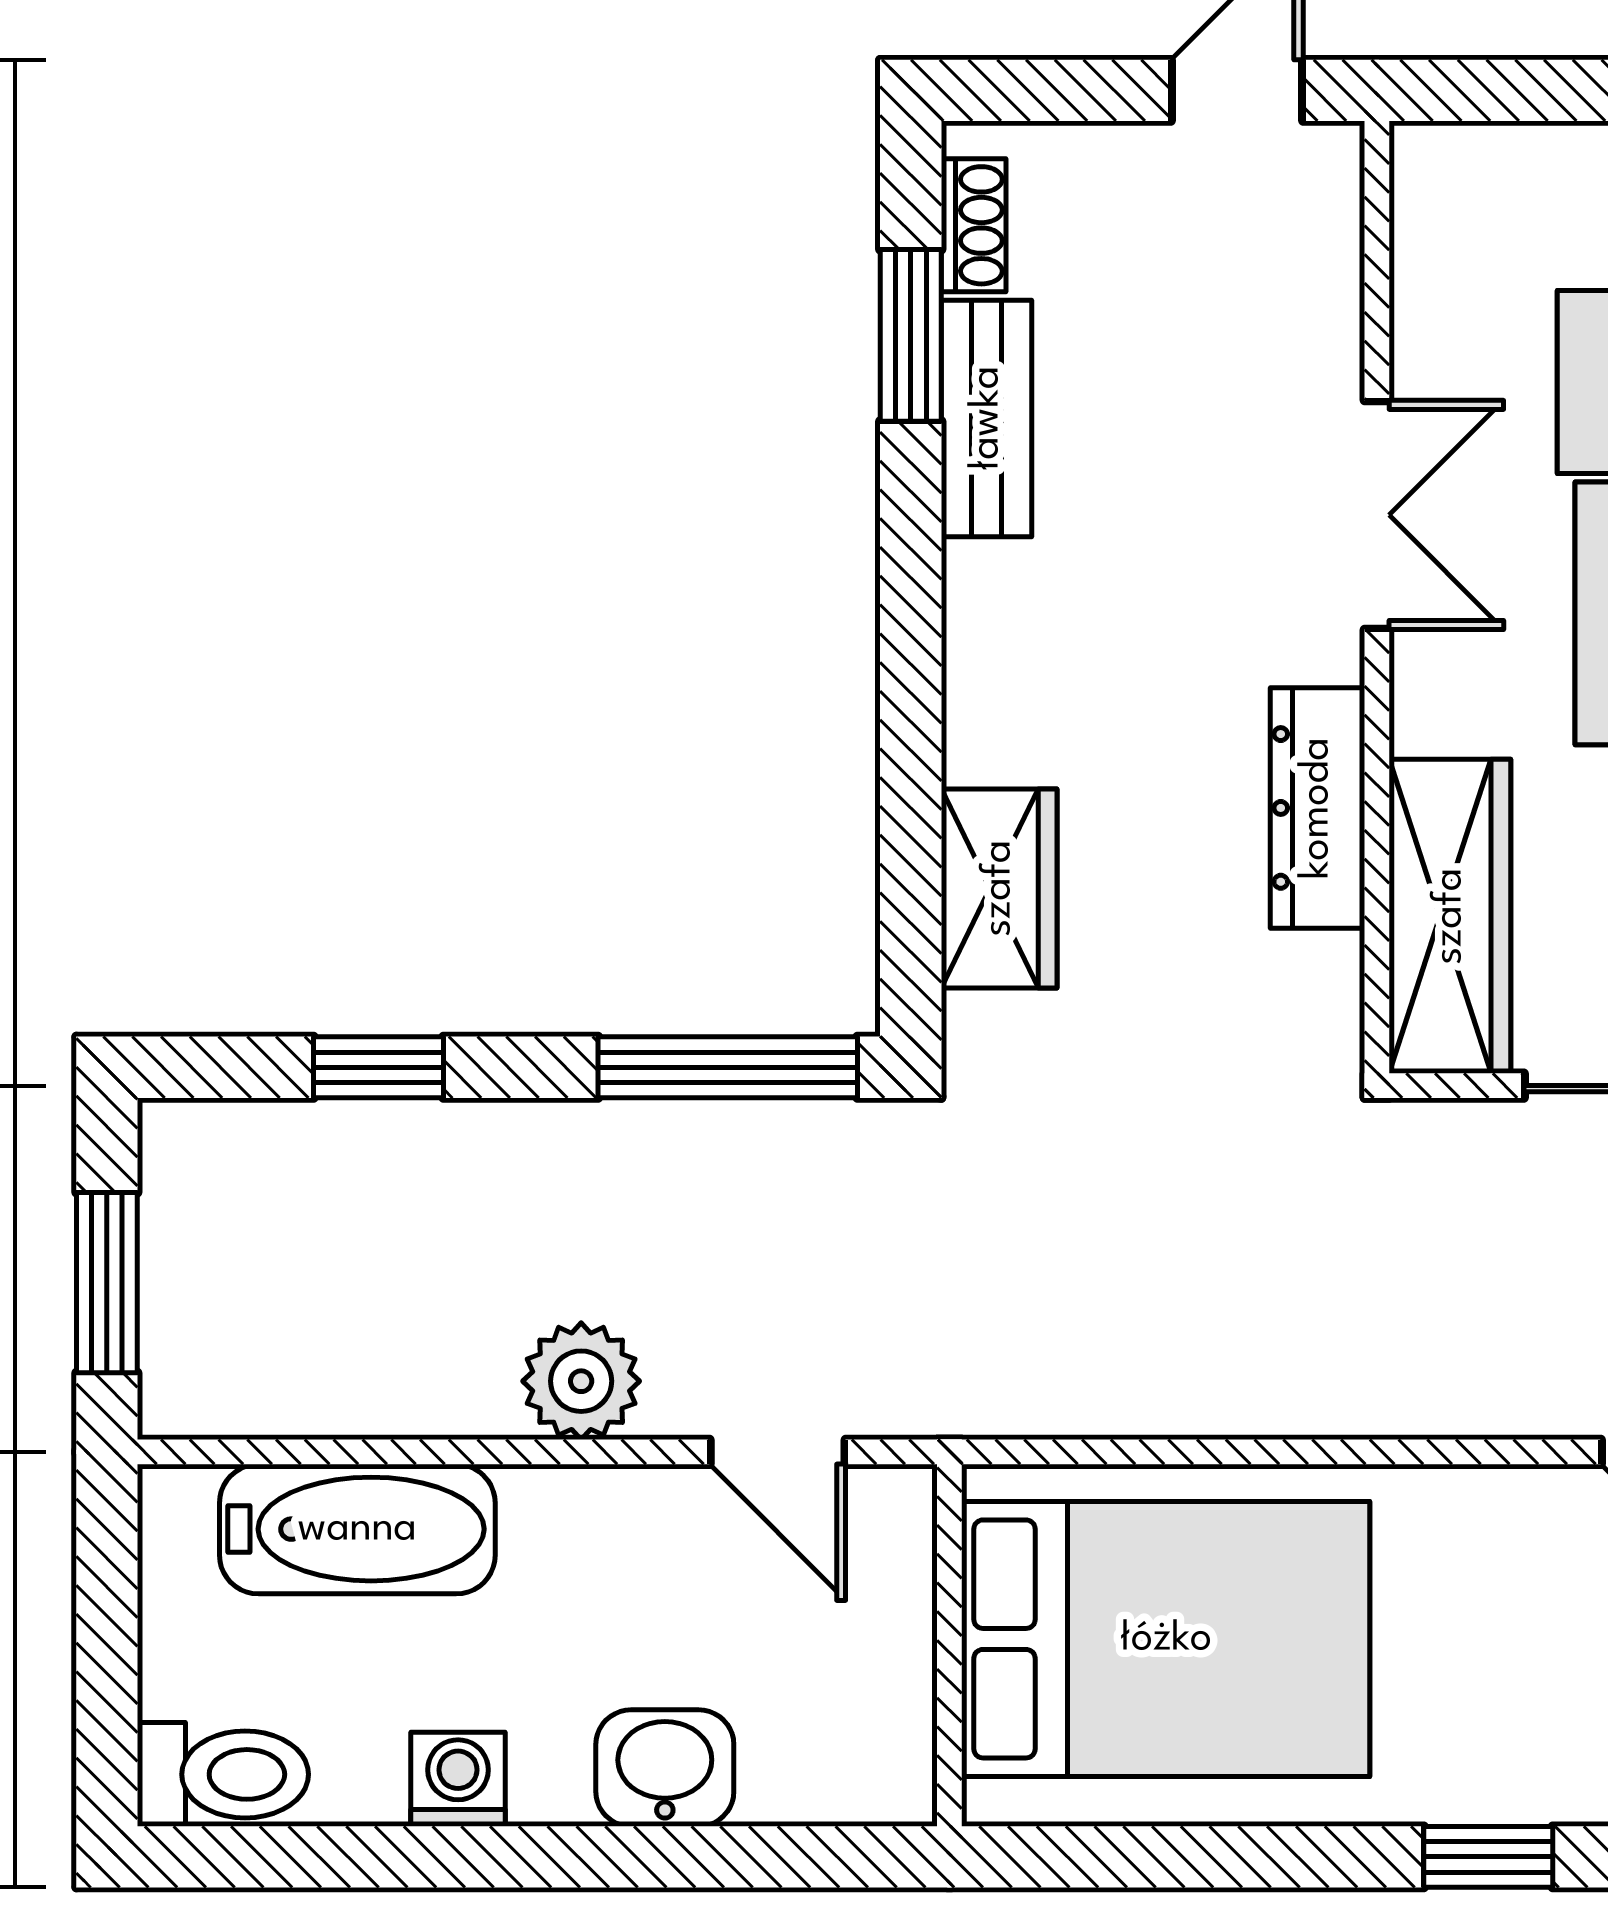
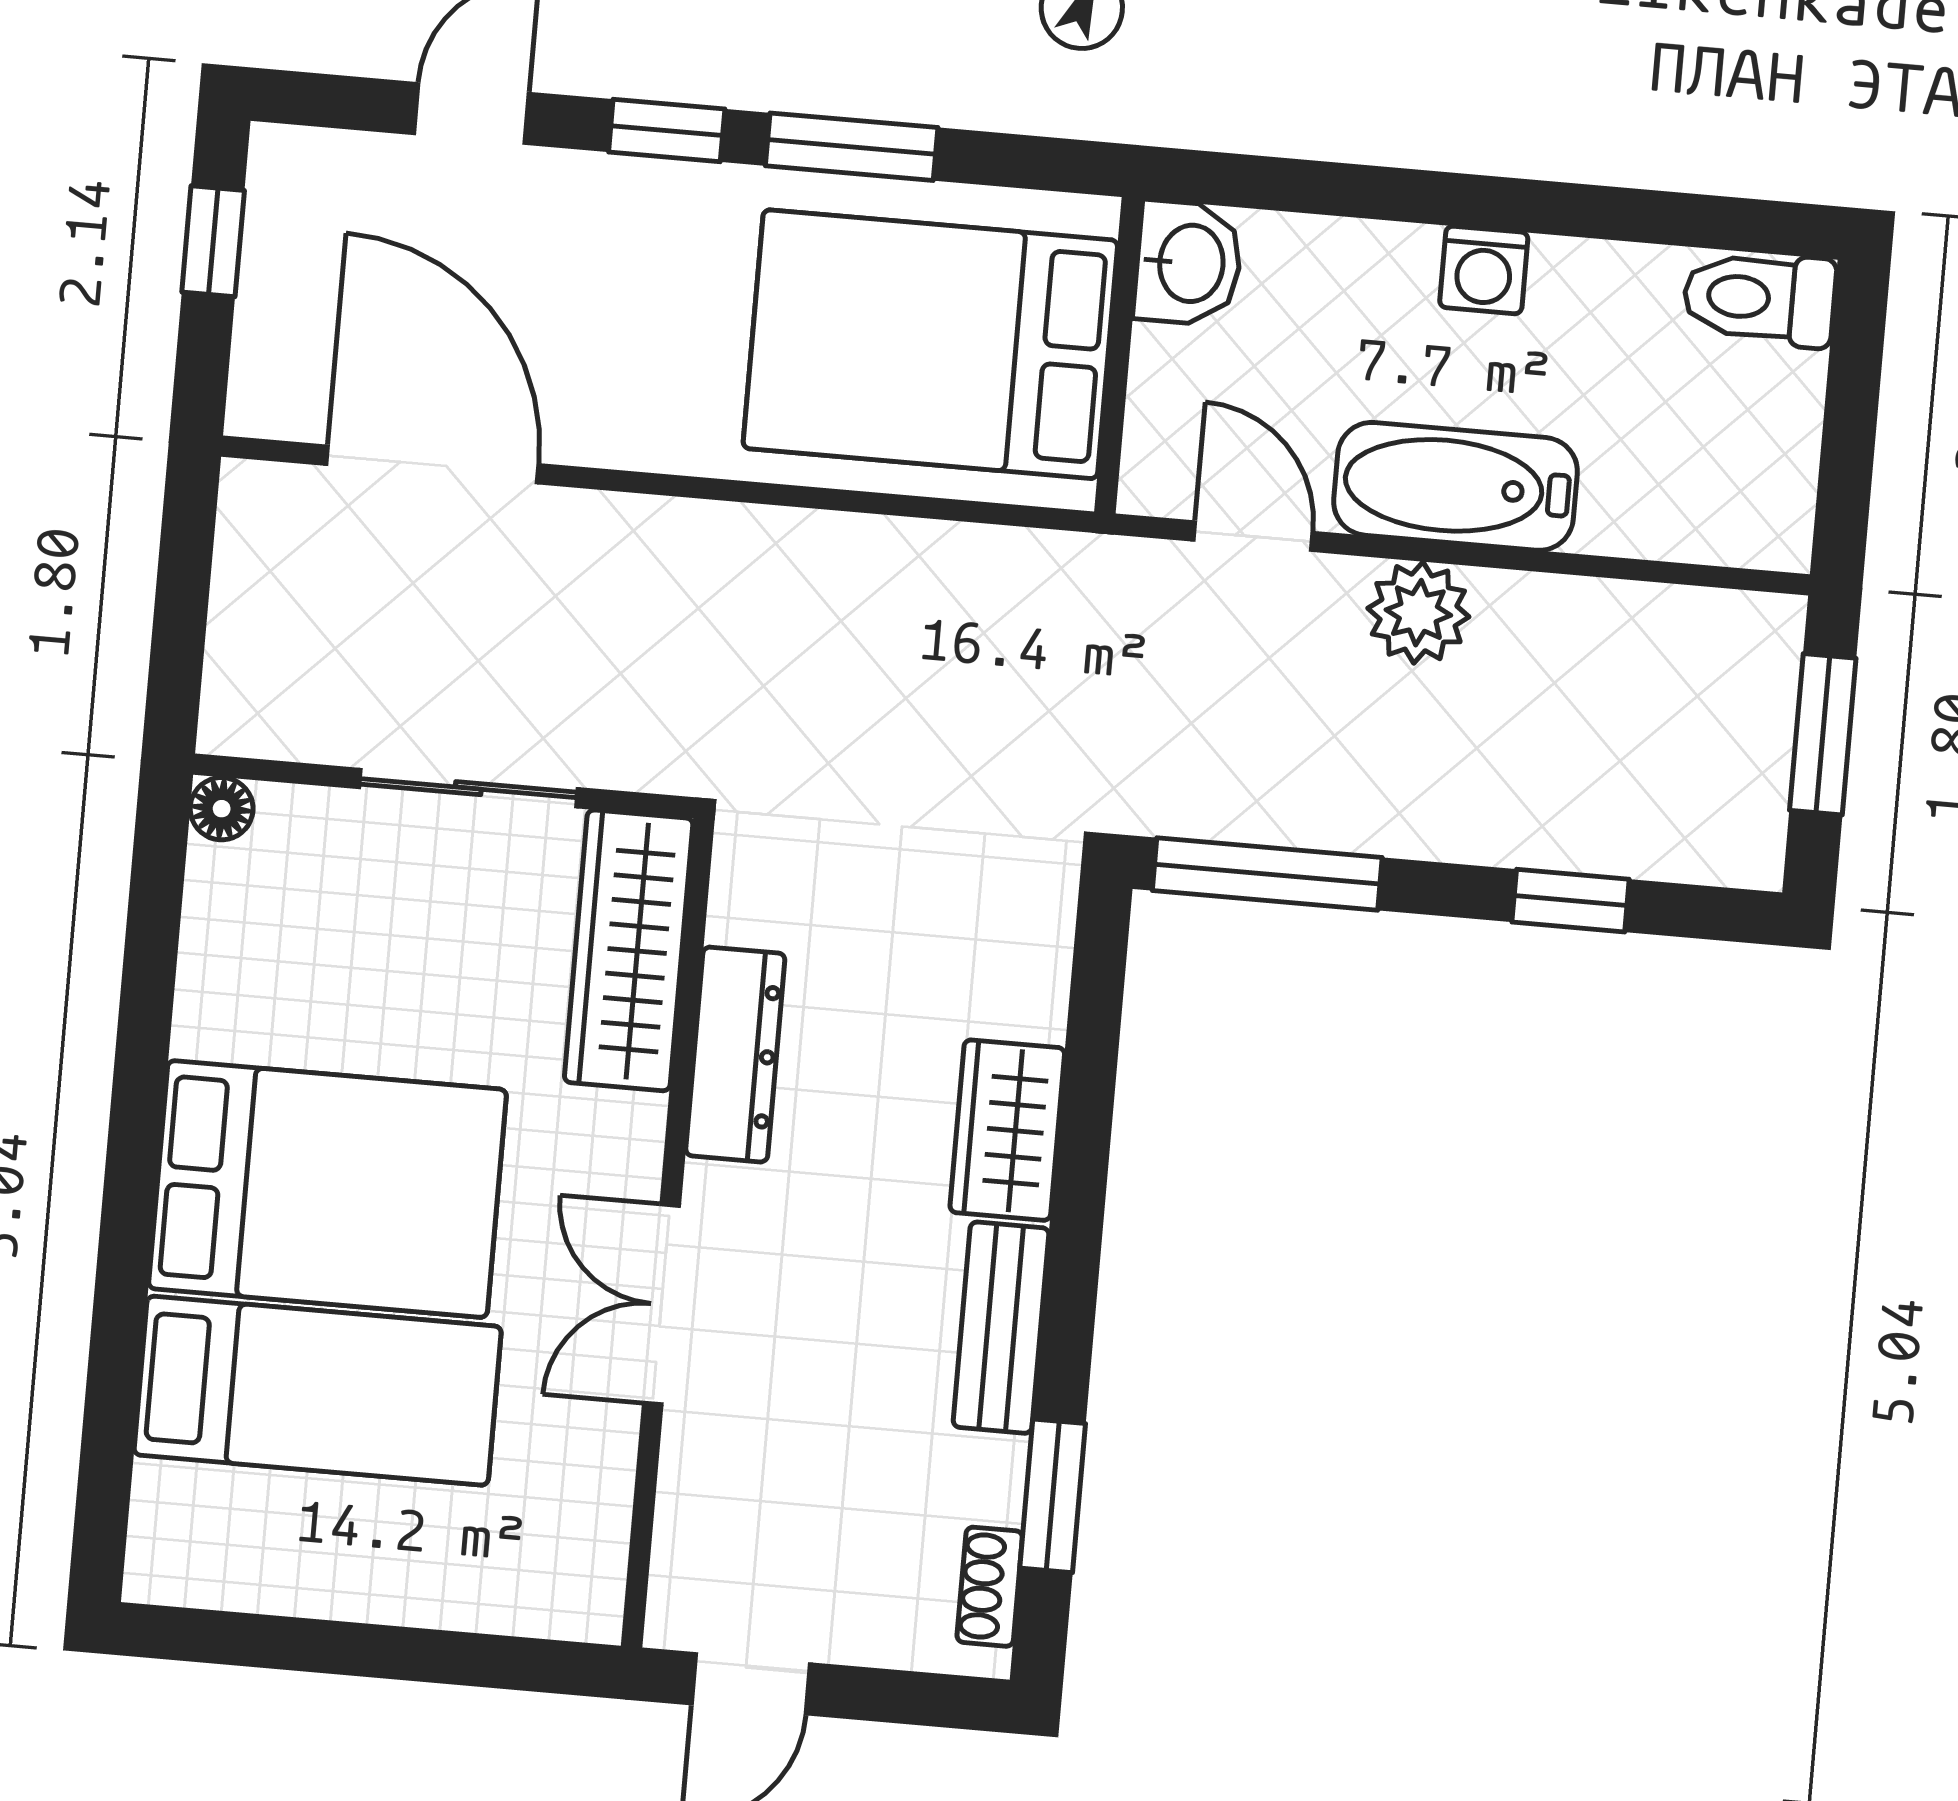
bench: (987, 418) -> (1001, 1328), moved
wardrobe: (999, 888) -> (1007, 1130), moved
bathtub: (357, 1529) -> (1456, 486), moved
washbasin: (665, 1768) -> (1188, 263), moved, turned -90
washing machine: (458, 1779) -> (1484, 270), moved
window: (1275, 1857) -> (852, 147), added

